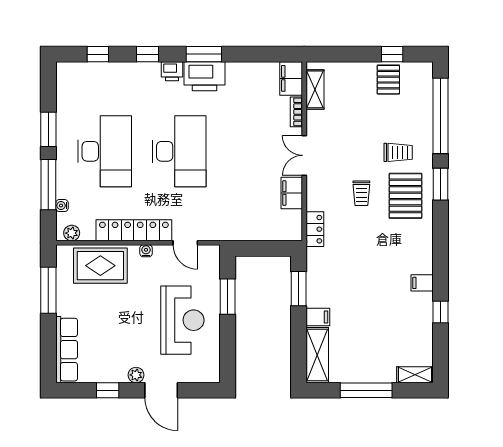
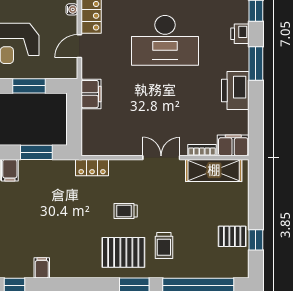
printer: (204, 76) -> (235, 91), moved
shelving: (315, 89) -> (214, 170), width x1.50, depth x1.33
filing cabinet: (292, 193) -> (91, 94), moved, turned 90

